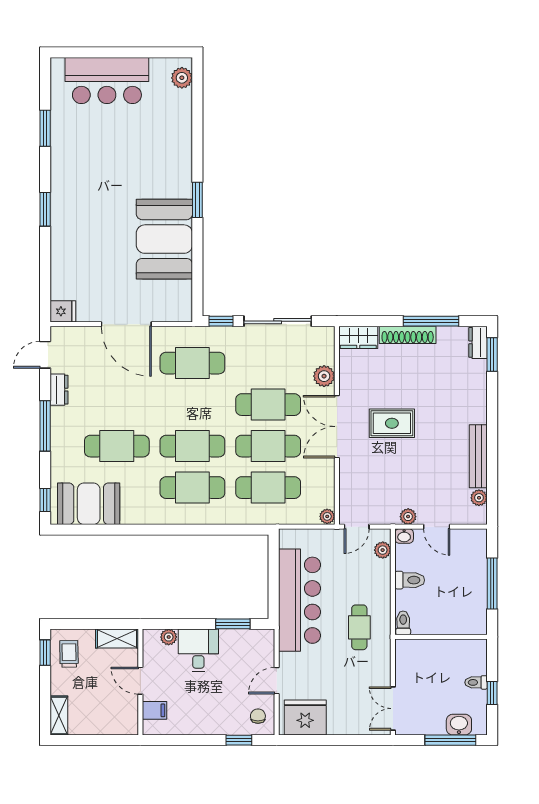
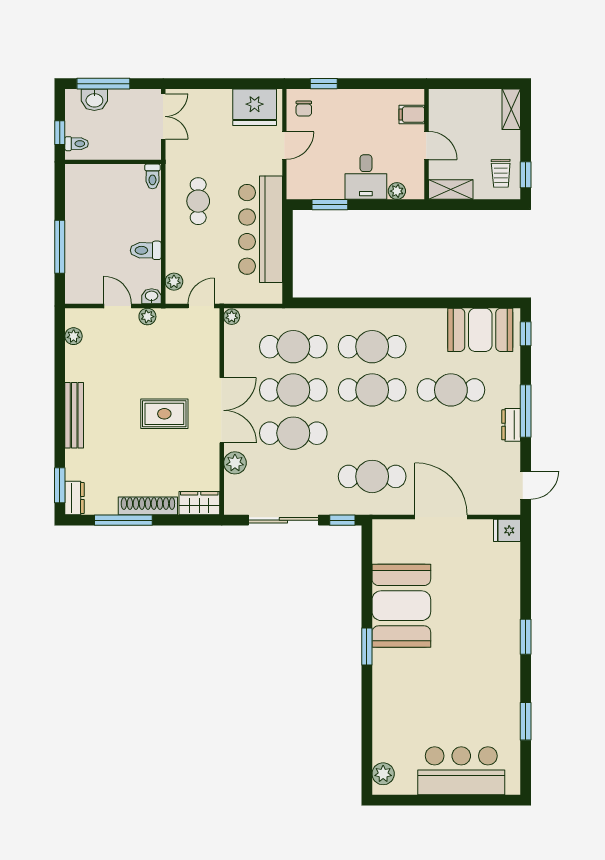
dresser: (59, 390) -> (511, 425), moved
bench: (478, 456) -> (74, 415), moved
toilet: (403, 623) -> (152, 176), moved
wall: (441, 637) -> (113, 162), moved

